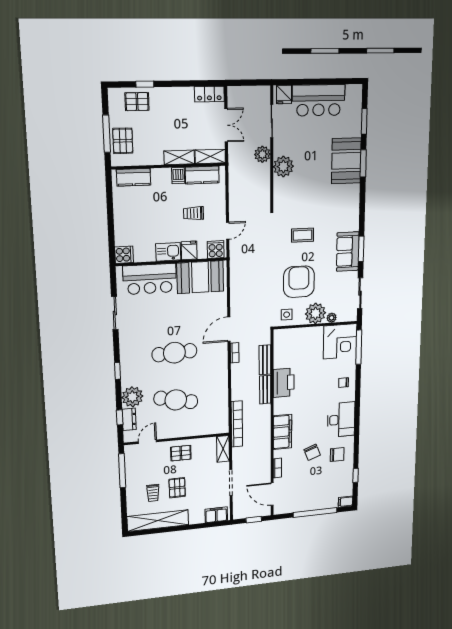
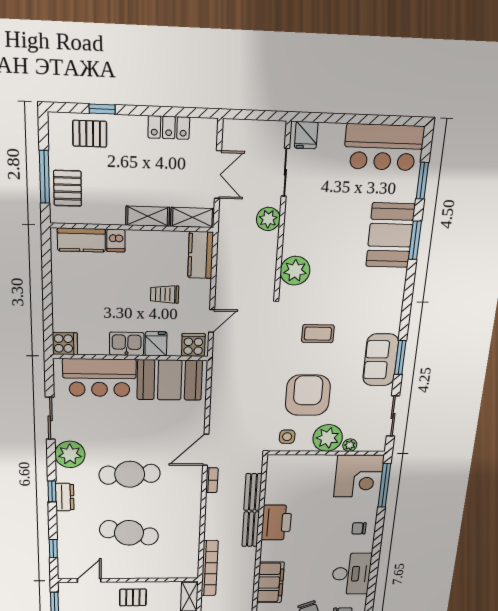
locker: (209, 94) -> (169, 127), moved
bar counter: (319, 100) -> (384, 147), moved
plant: (283, 166) -> (295, 271), moved
kitchen counter: (202, 175) -> (201, 255), moved, turned 90
dishwasher: (178, 176) -> (116, 241), moved
plant: (132, 397) -> (70, 454), moved
dresser: (129, 419) -> (65, 497), moved

